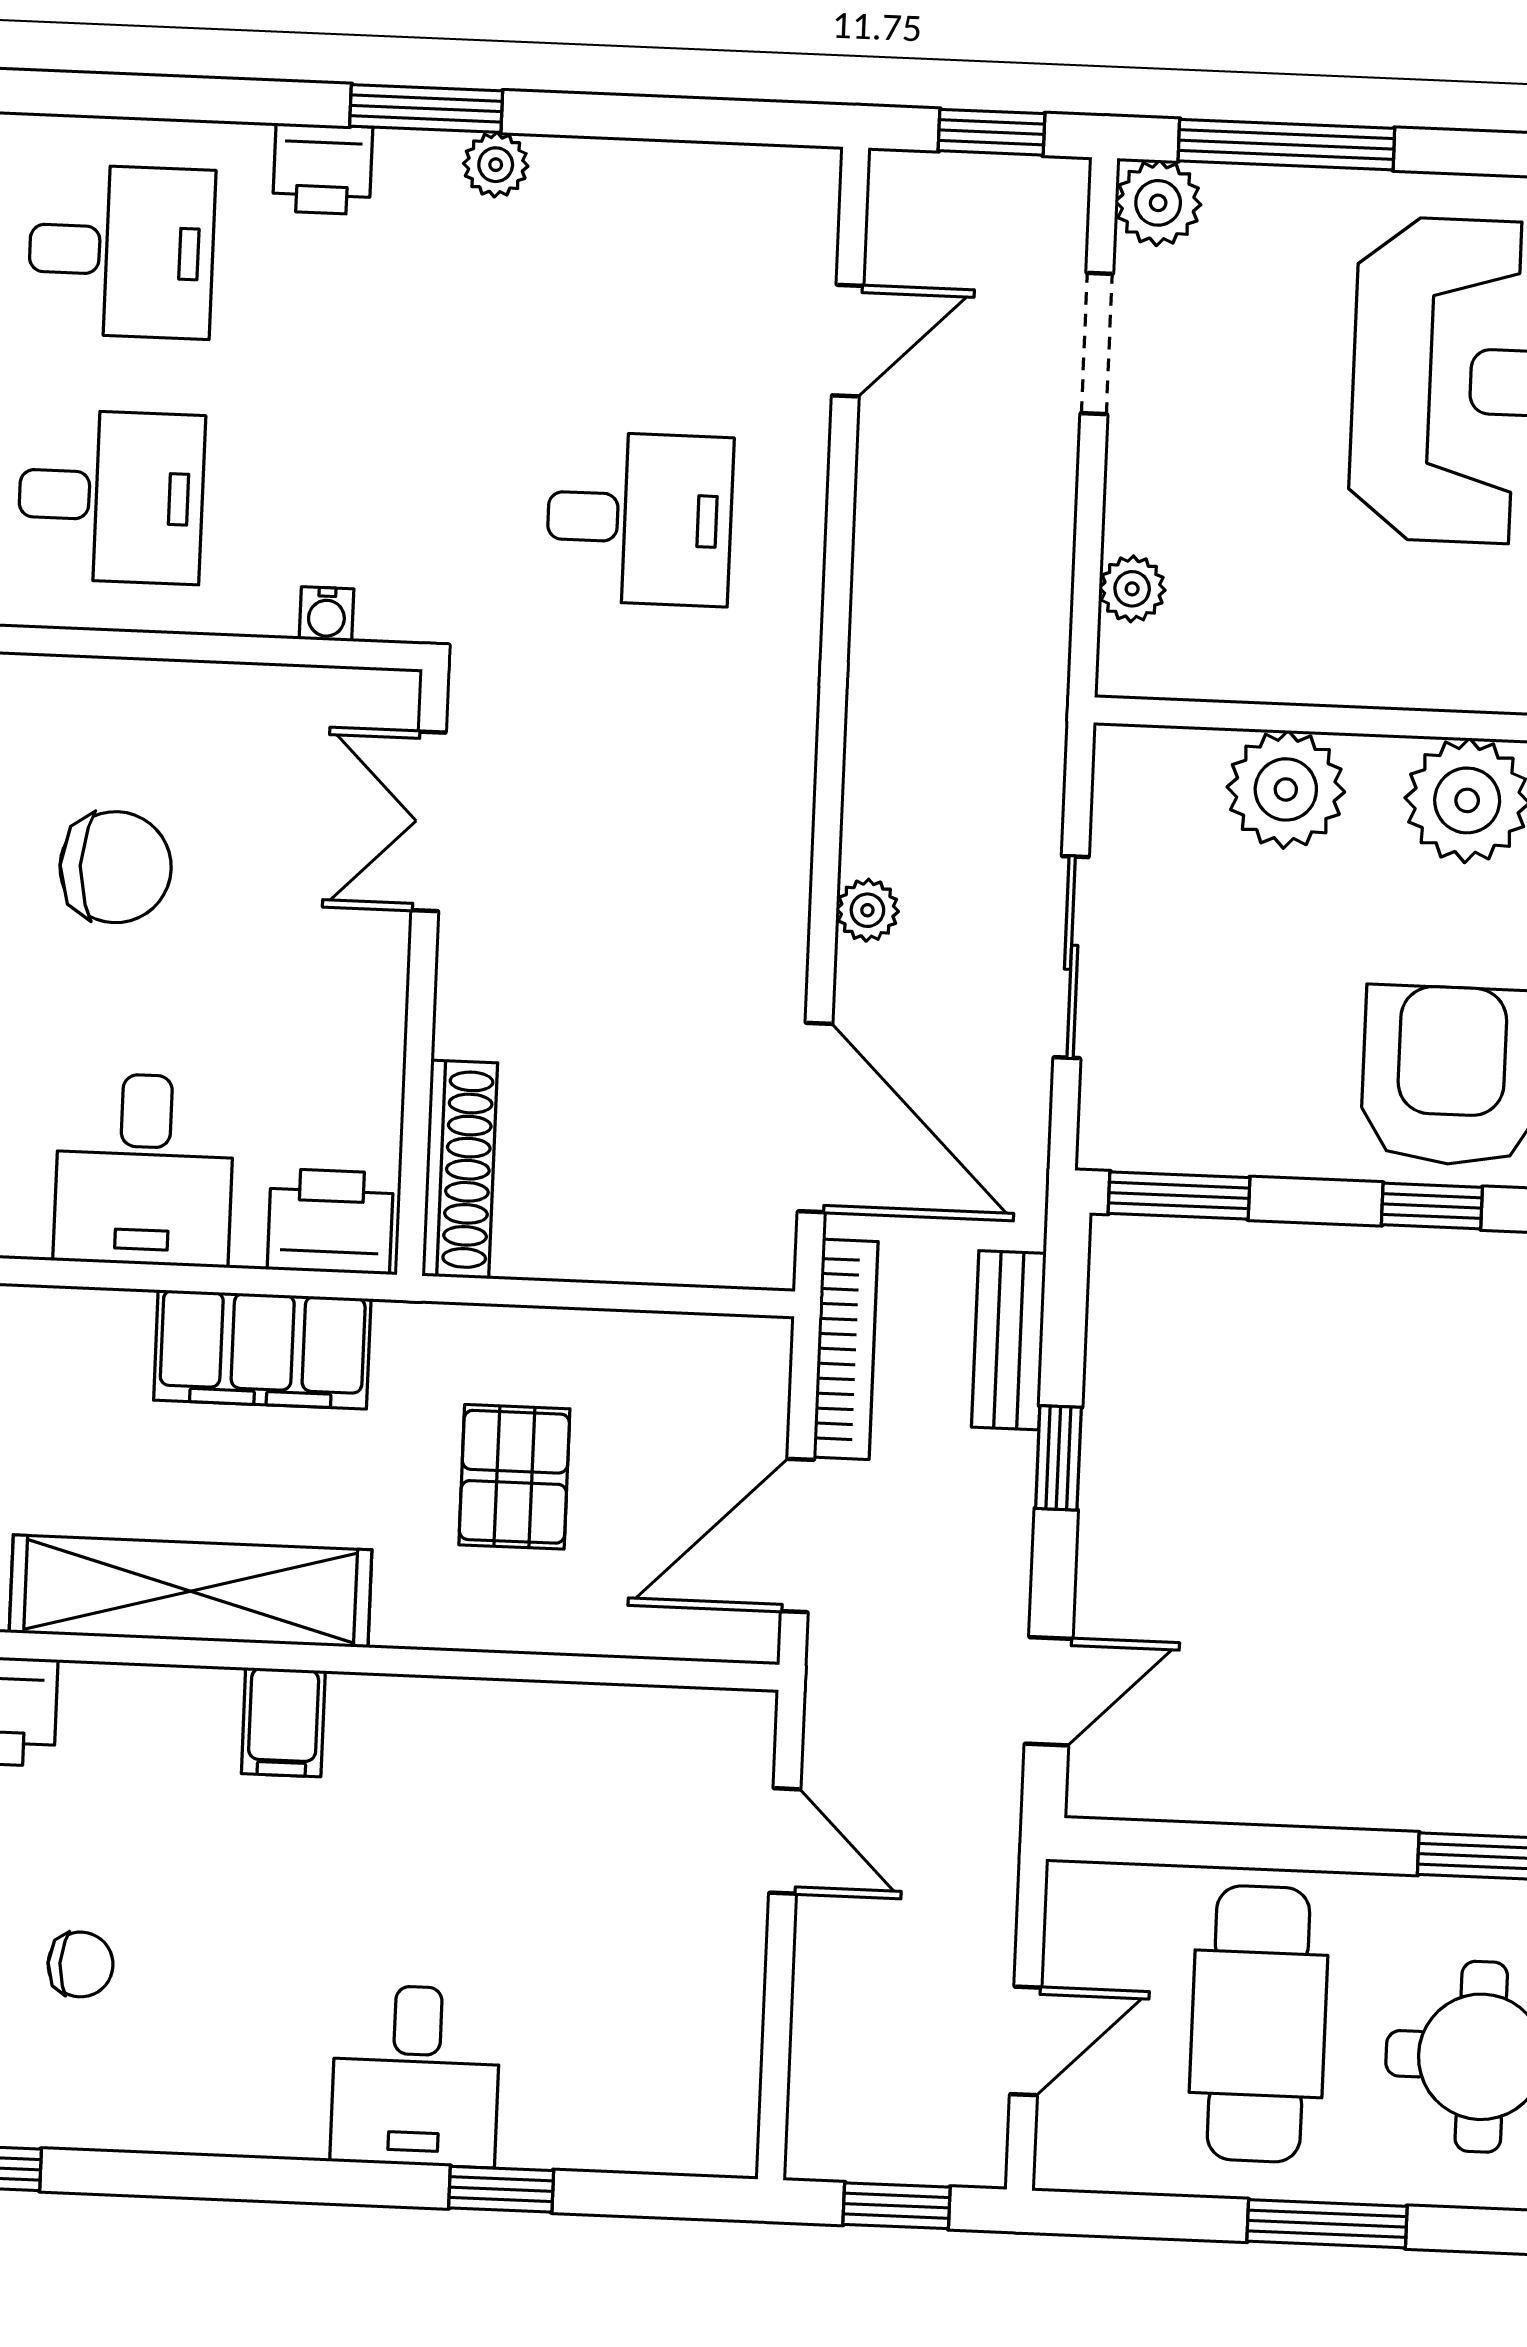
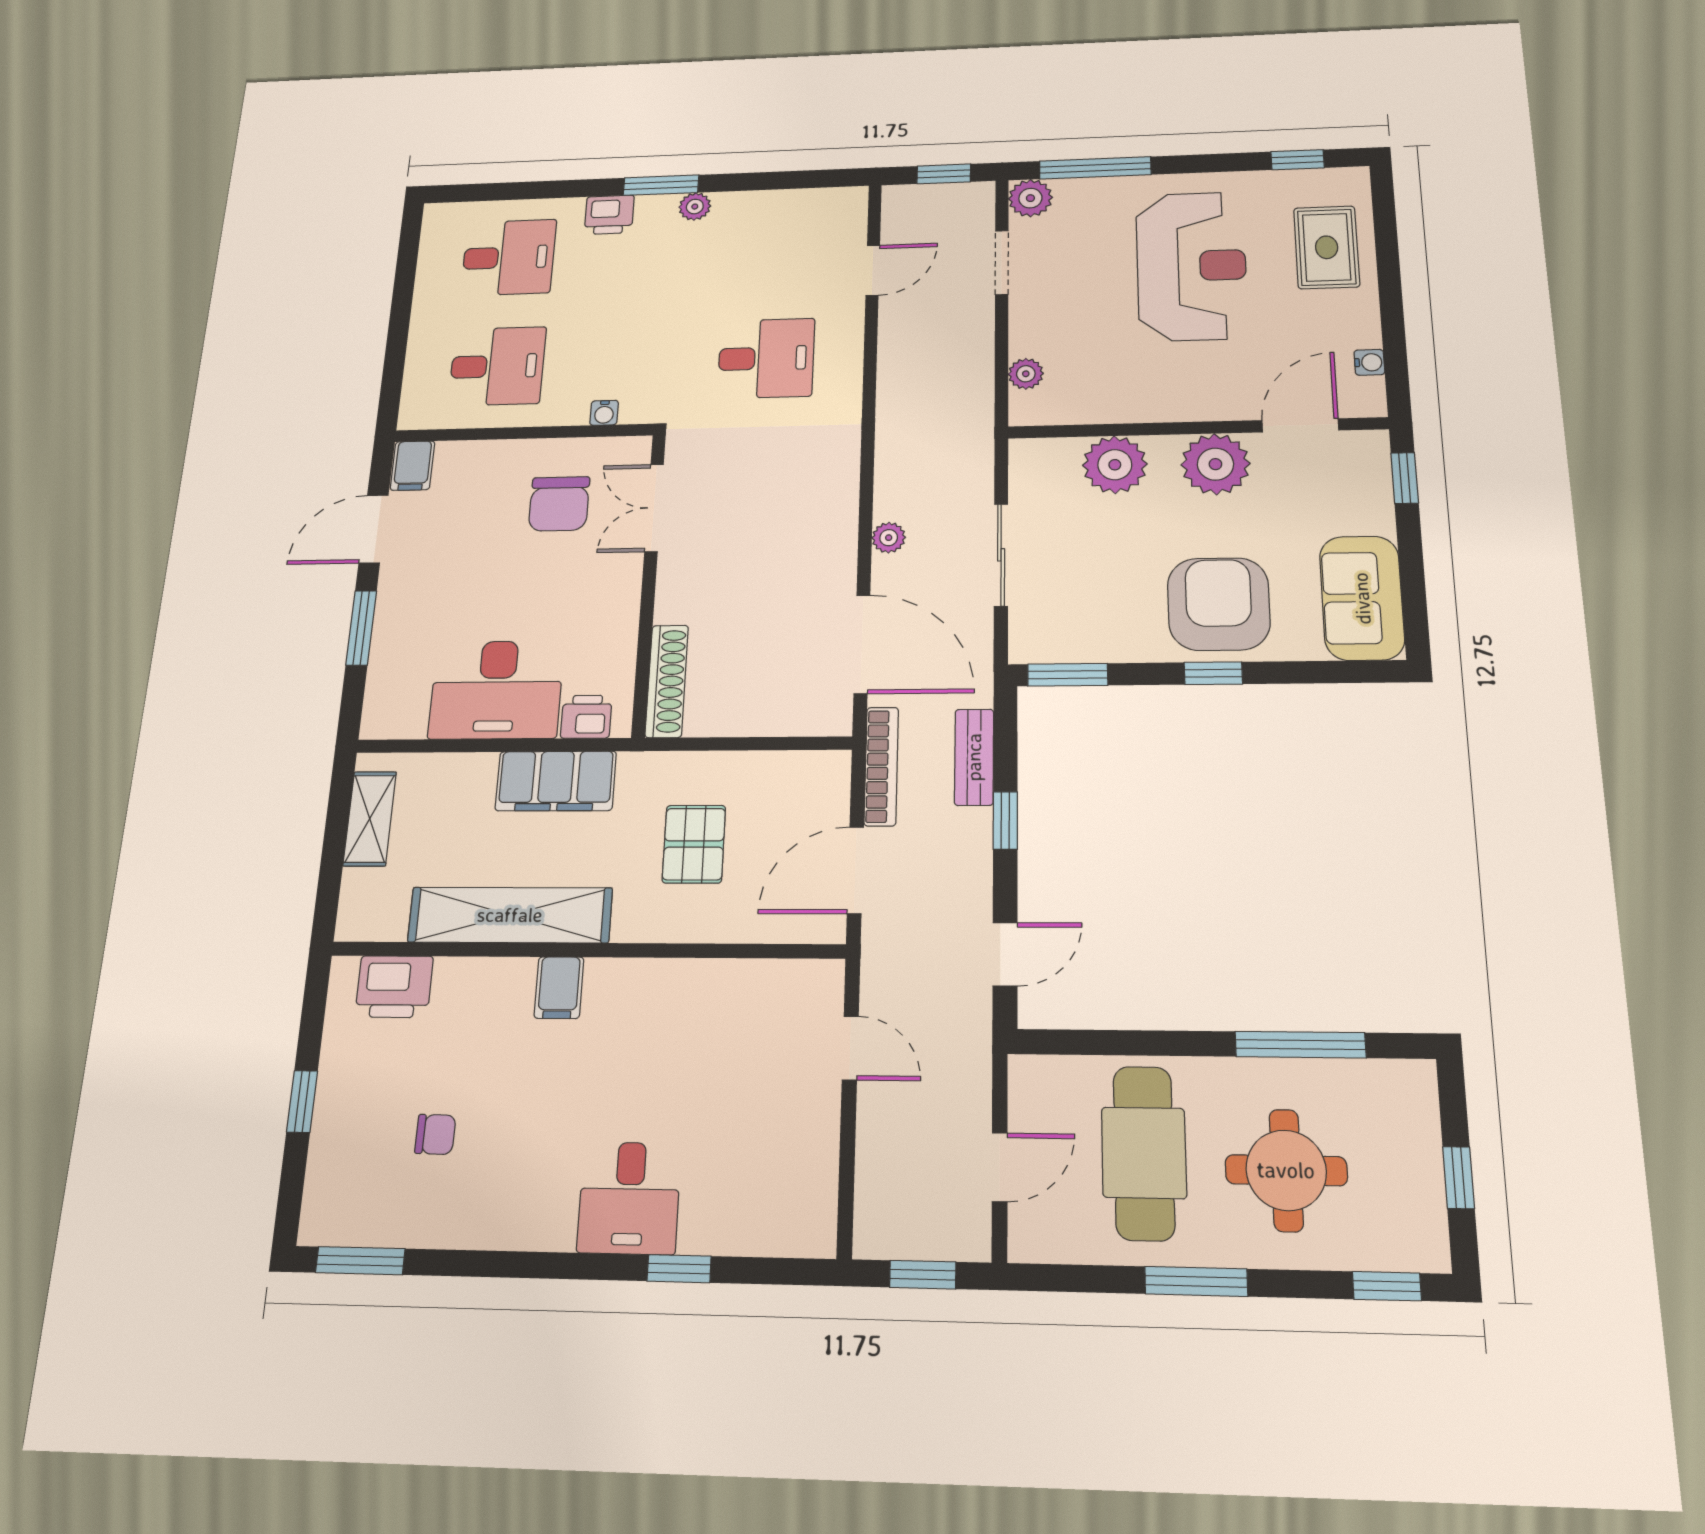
chair: (116, 867) -> (559, 504), moved, turned 90
desk: (144, 1170) -> (496, 690), width x1.37
printer: (330, 1221) -> (586, 717), width x0.73, depth x0.81

